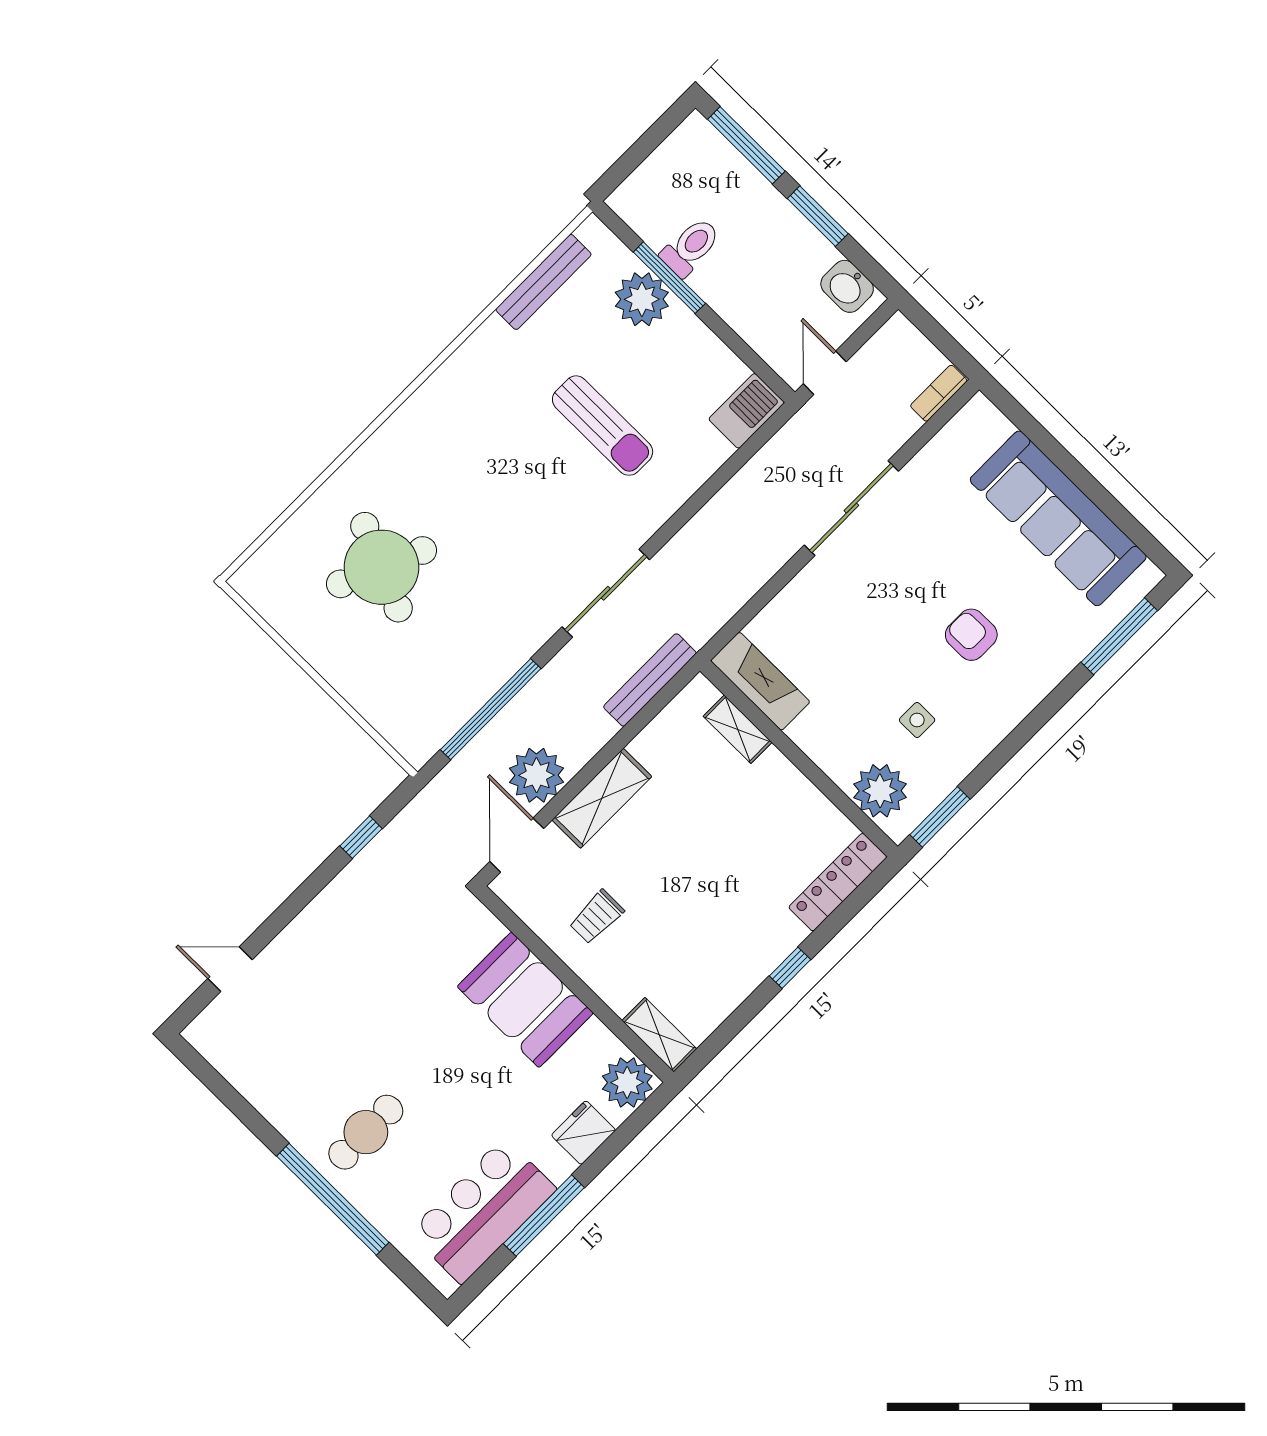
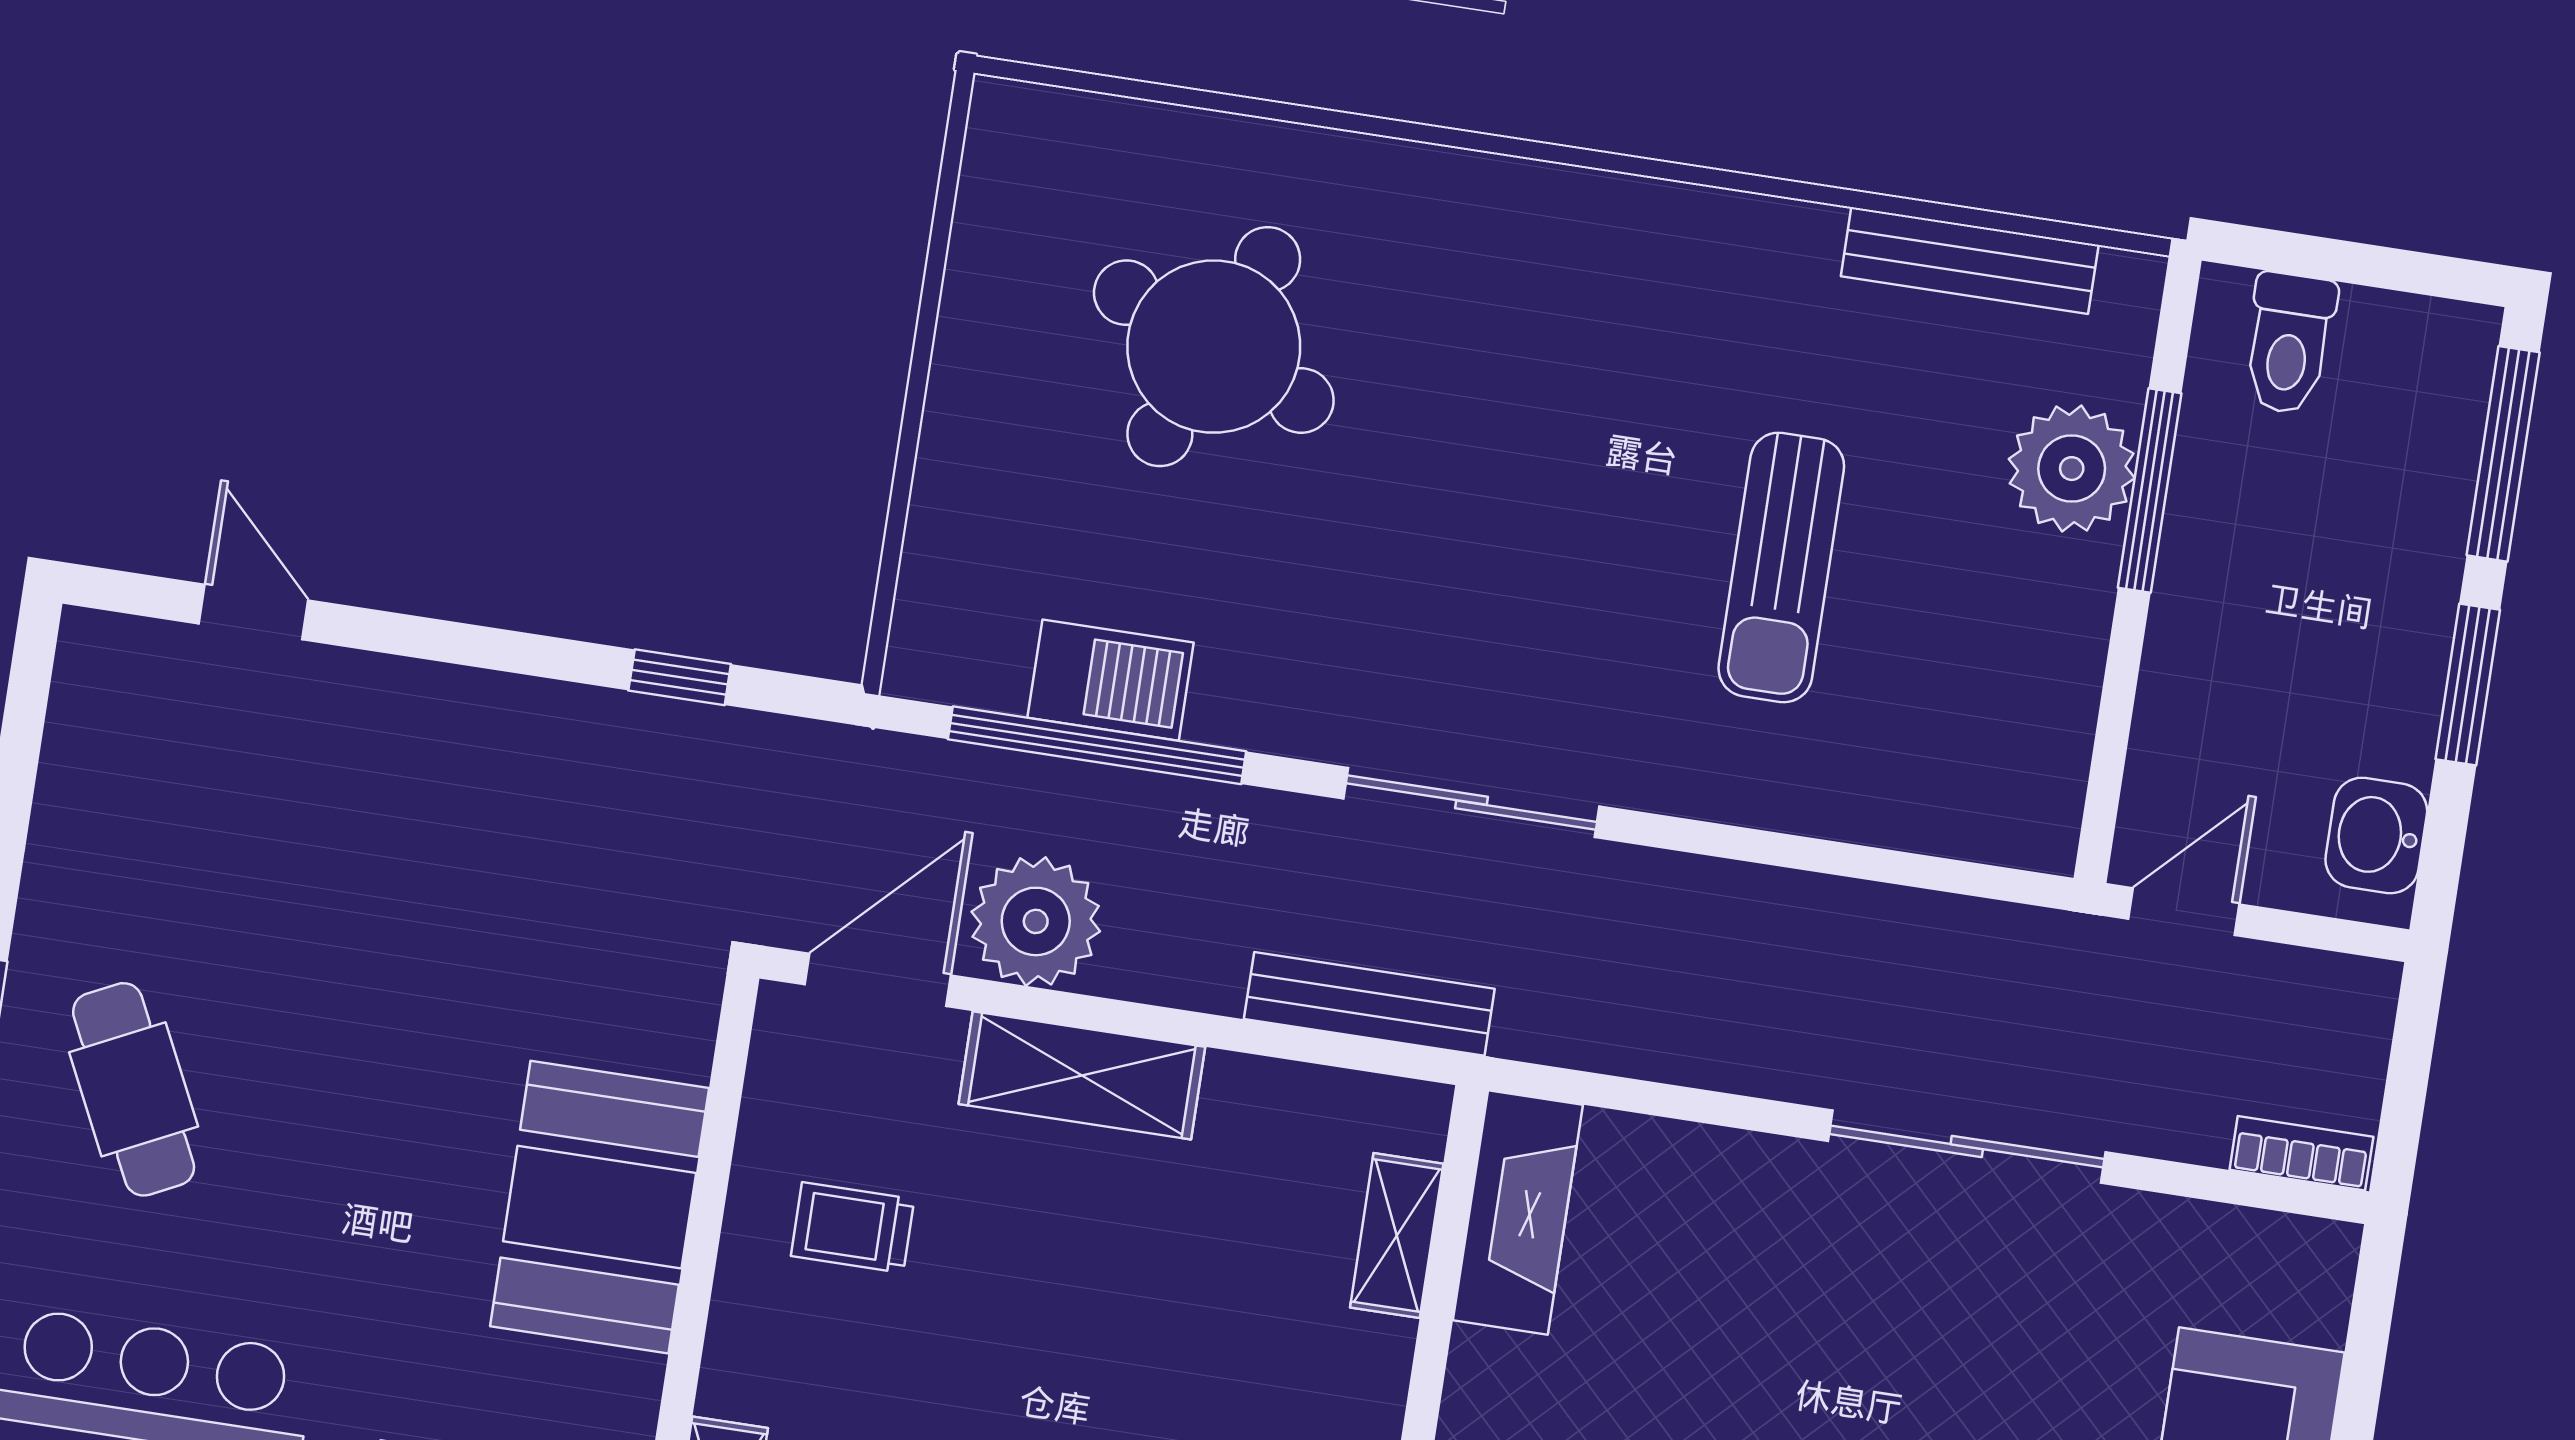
toilet: (691, 247) -> (2289, 343), moved, turned 90
barbecue: (747, 411) -> (1111, 680), moved
cafe table: (366, 1132) -> (134, 1089), turned 64

